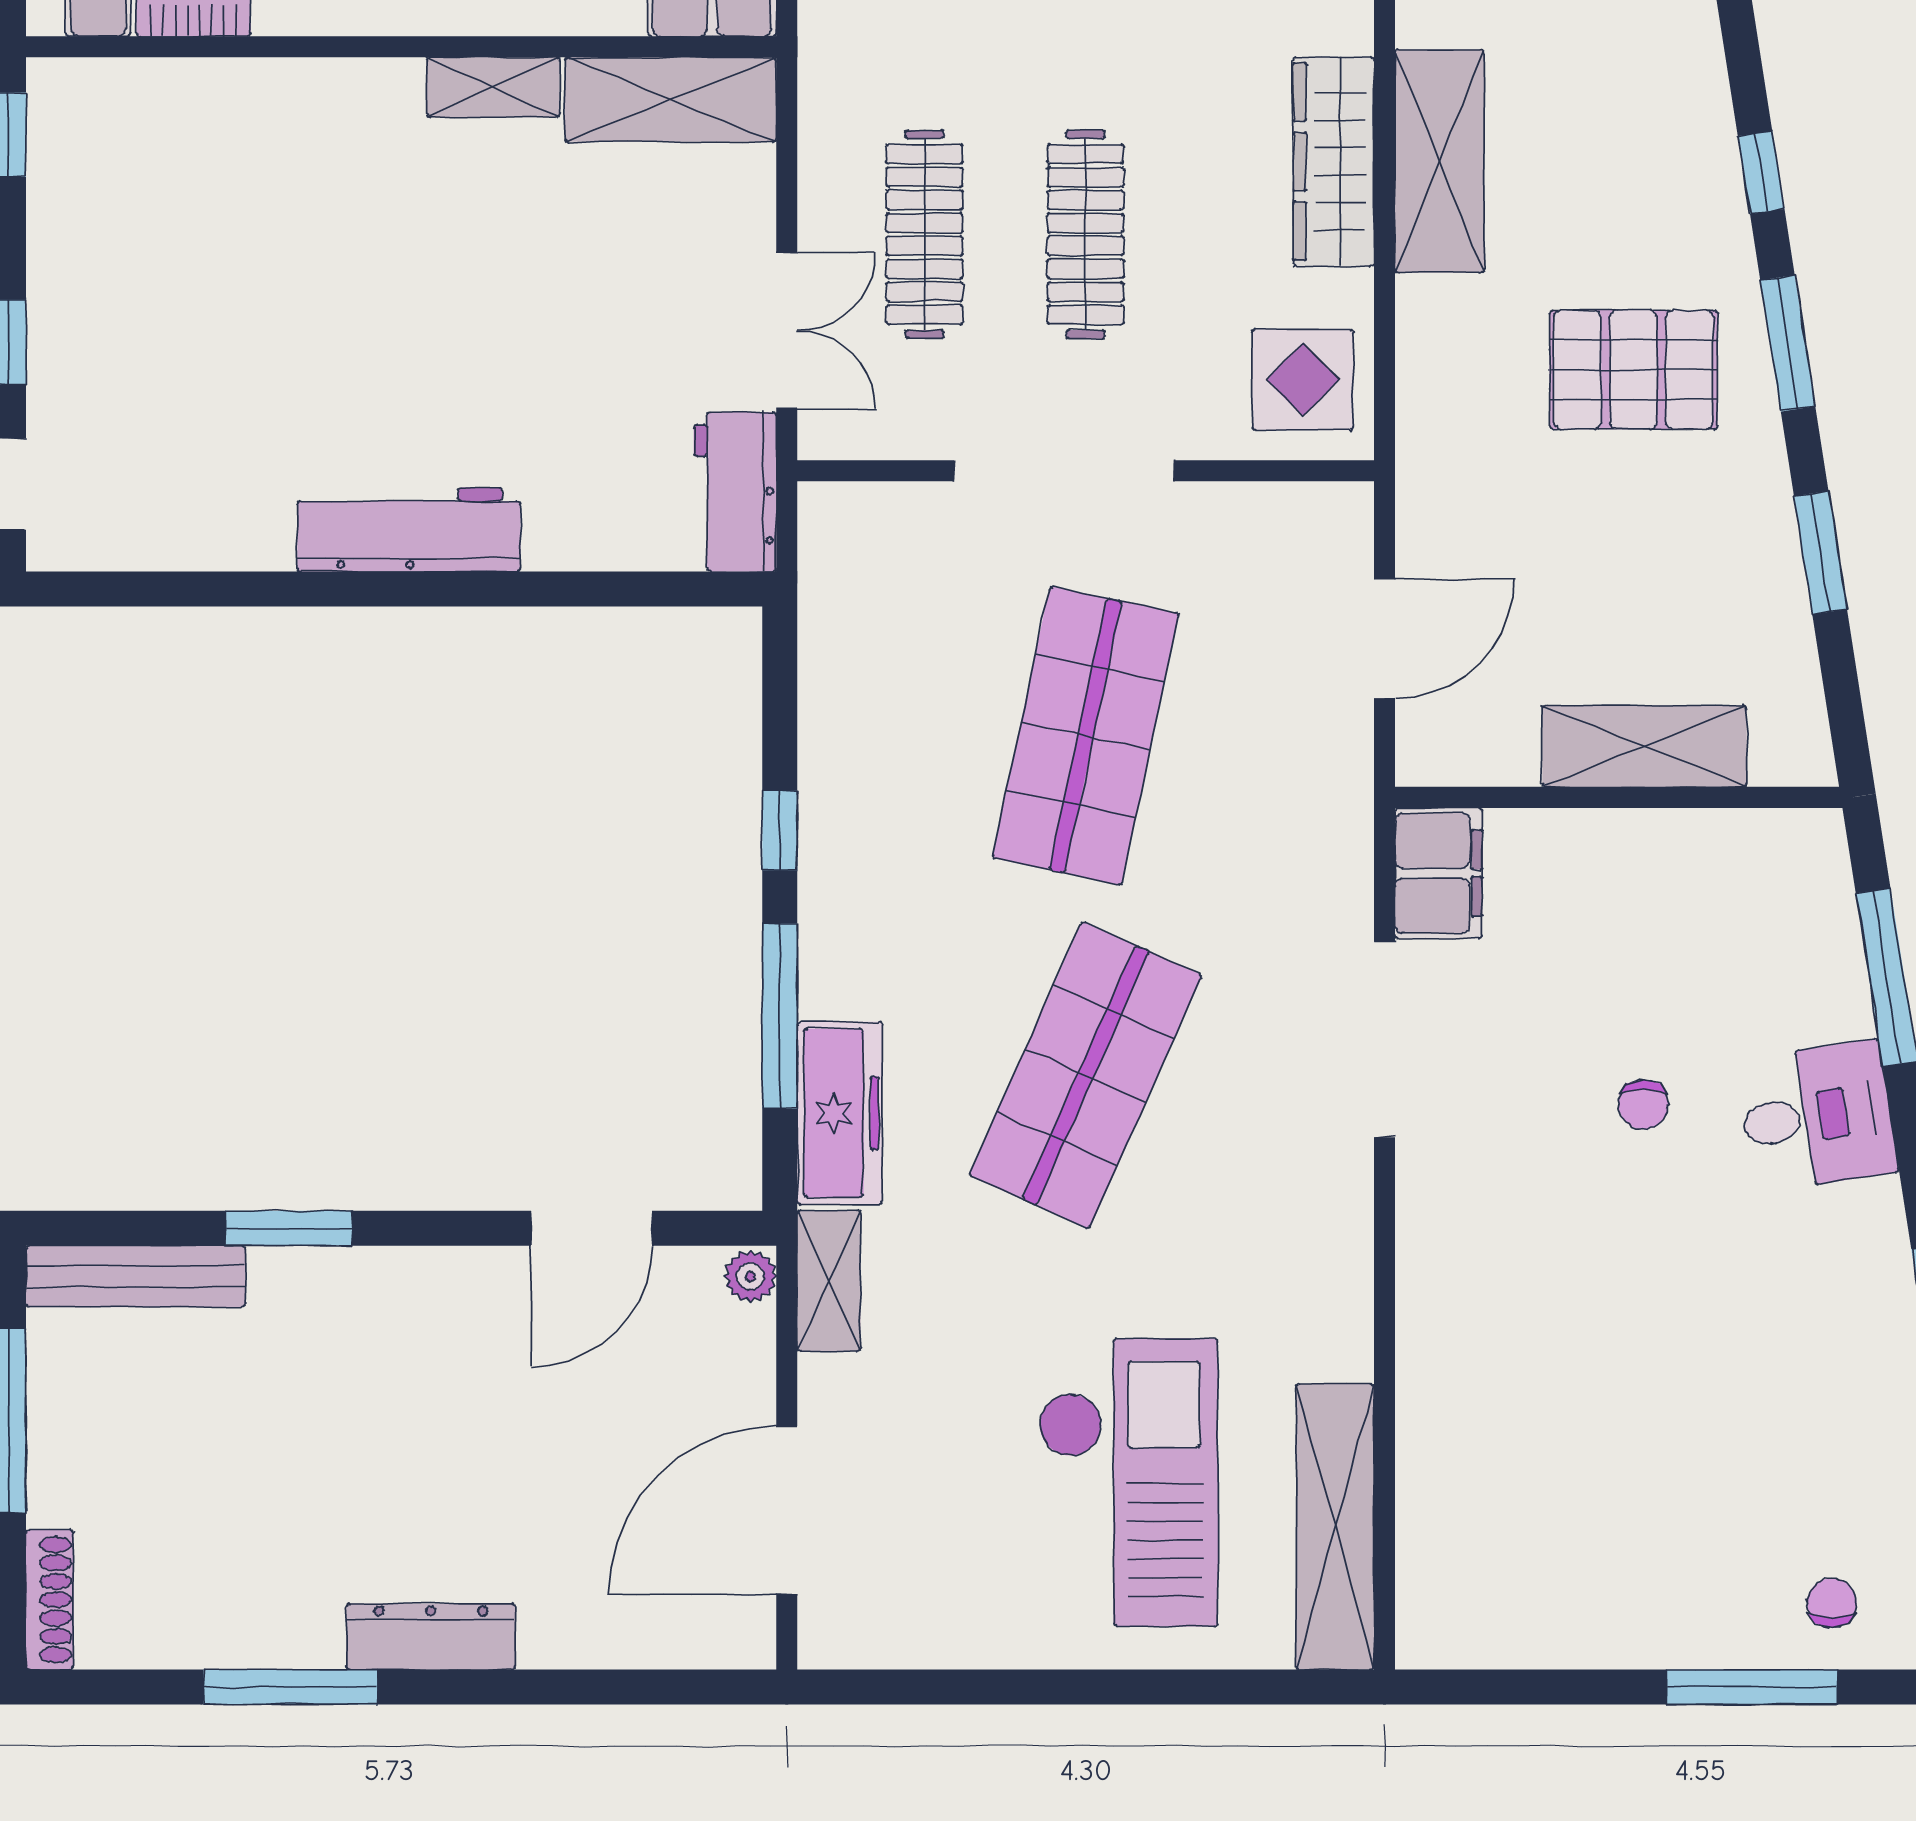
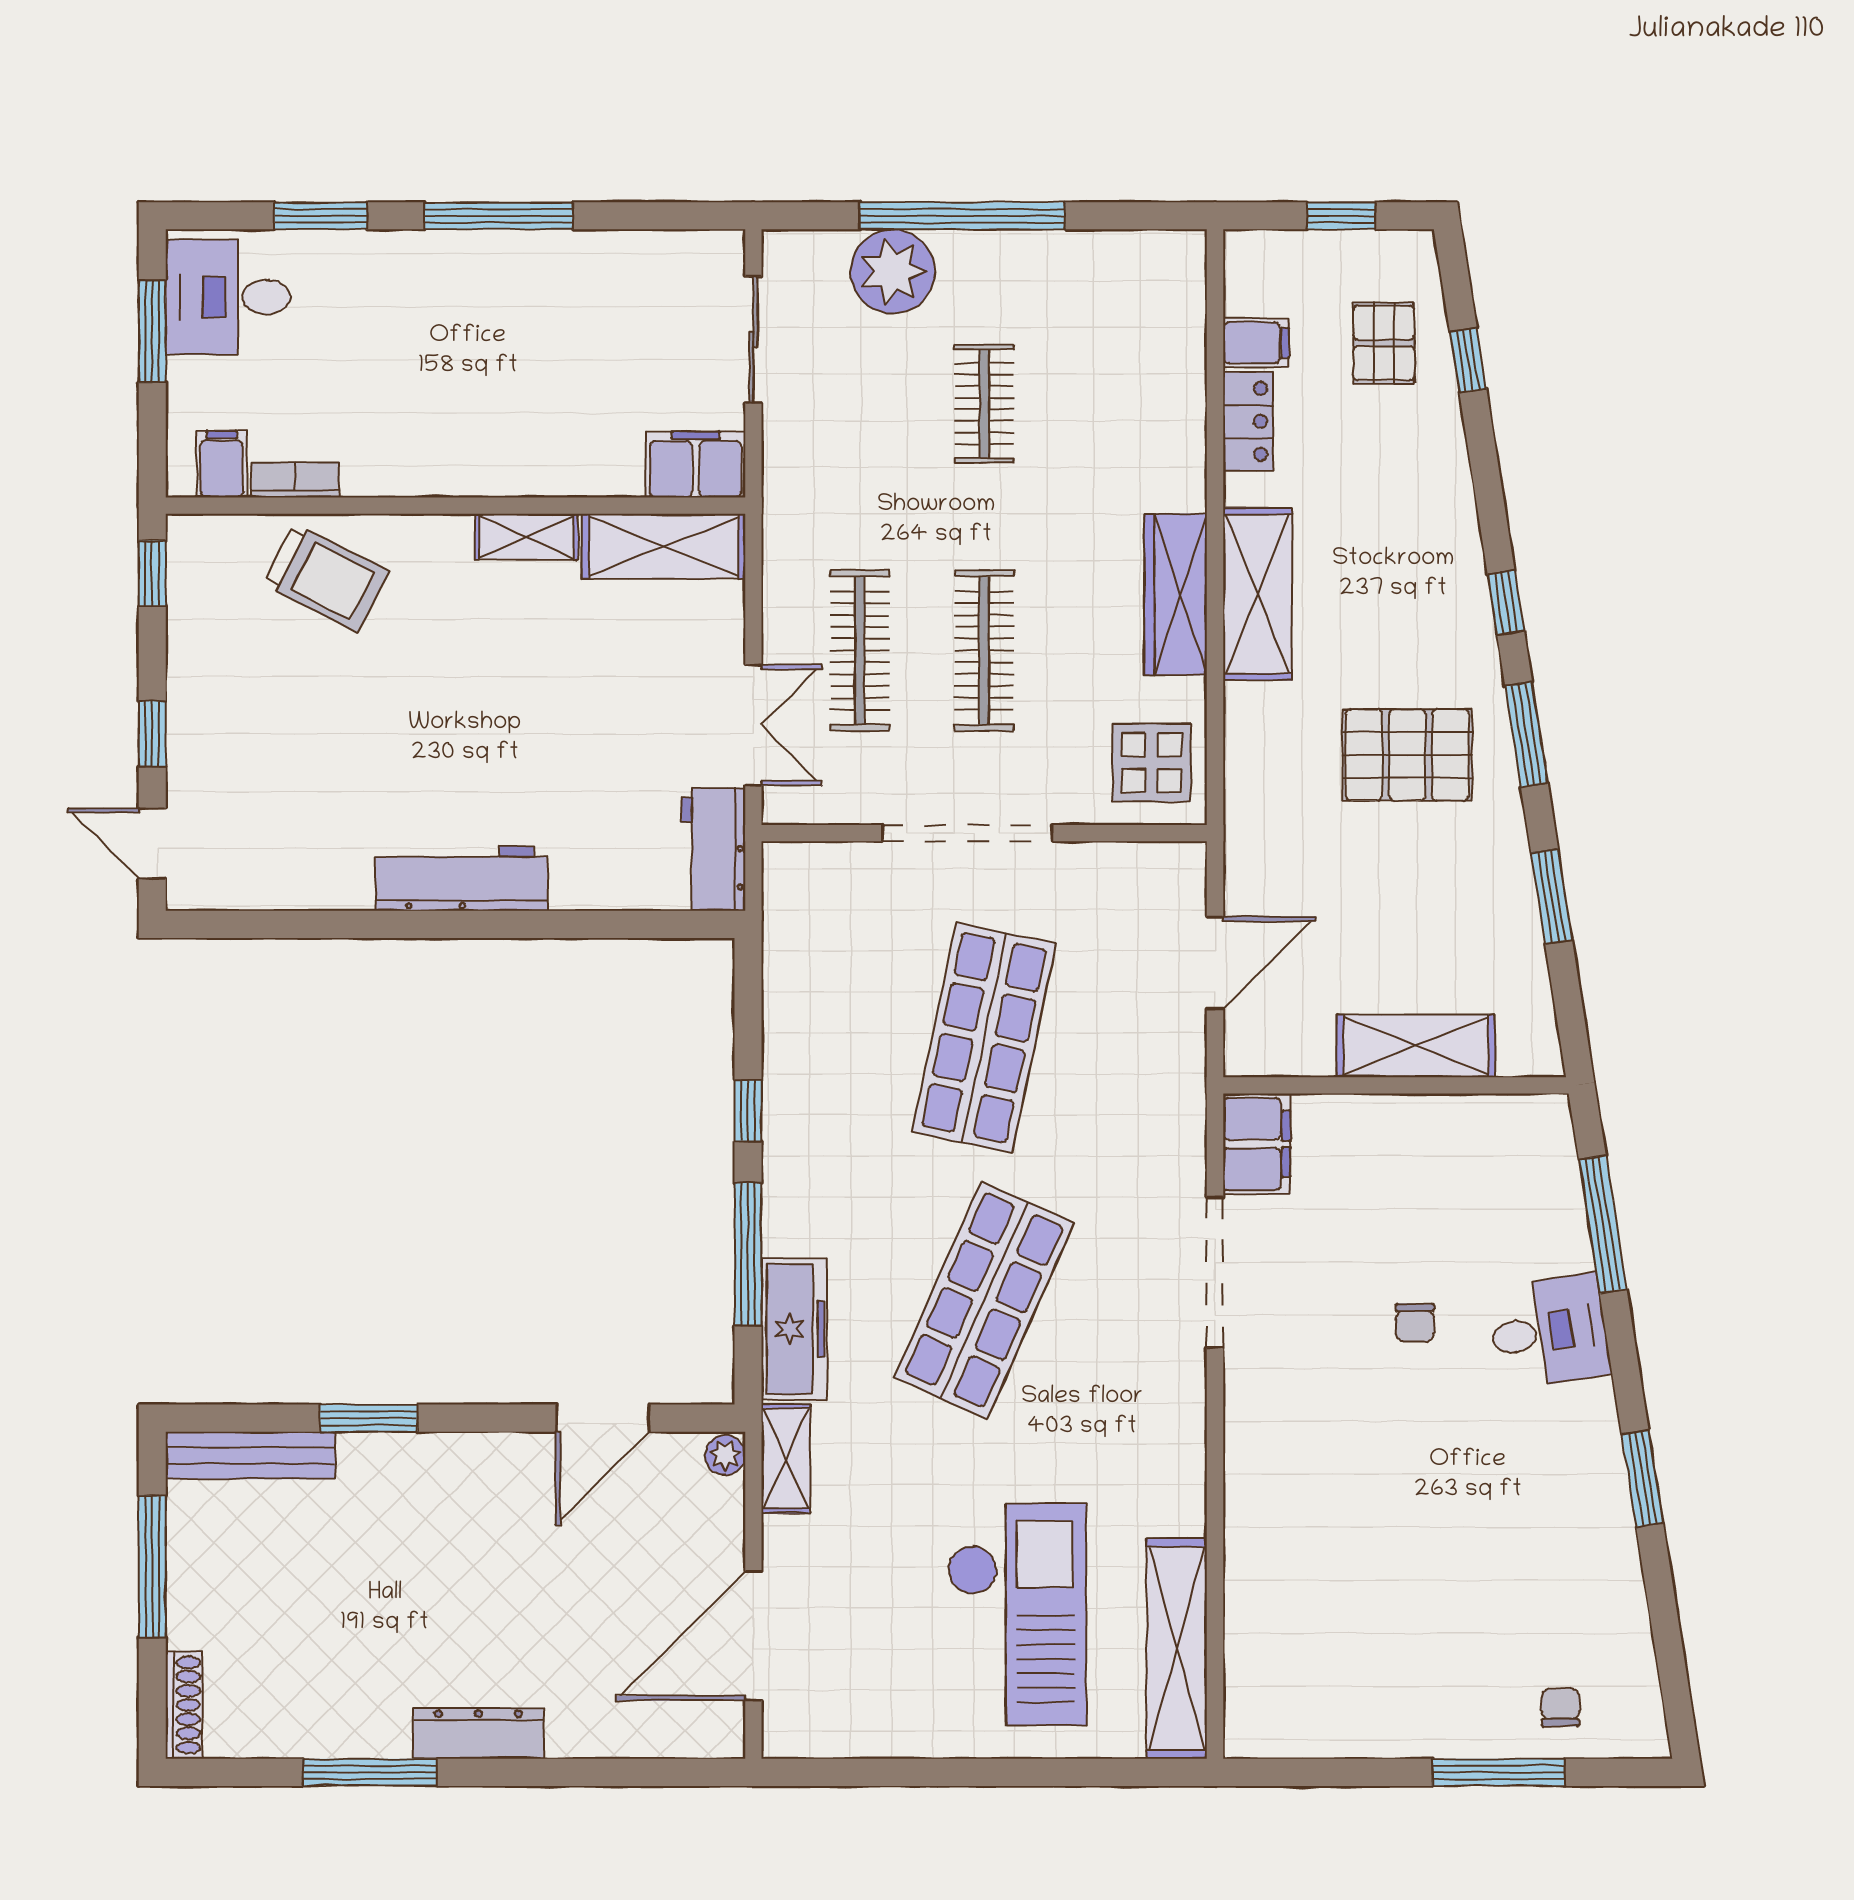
trolley: (233, 140) -> (326, 578), added

